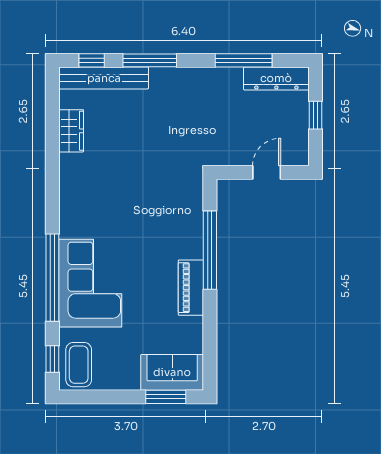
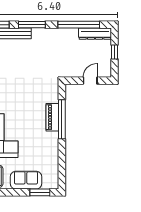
window: (244, 60) -> (79, 25), width x1.46
piano: (191, 288) -> (52, 117), moved
sofa: (172, 372) -> (26, 180), moved

